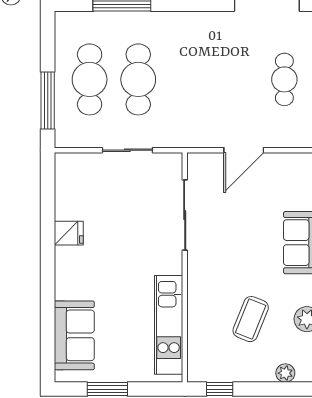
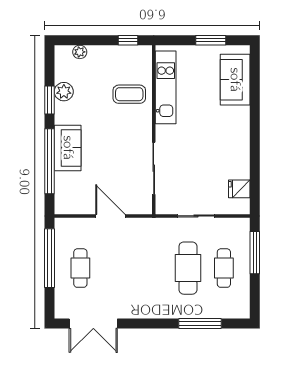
cafe table: (90, 79) -> (224, 268), width x0.73, depth x0.74
door: (244, 150) -> (110, 216), hinge flipped
fridge: (69, 233) -> (239, 189), moved
coffee table: (251, 319) -> (129, 94), moved, turned 68

